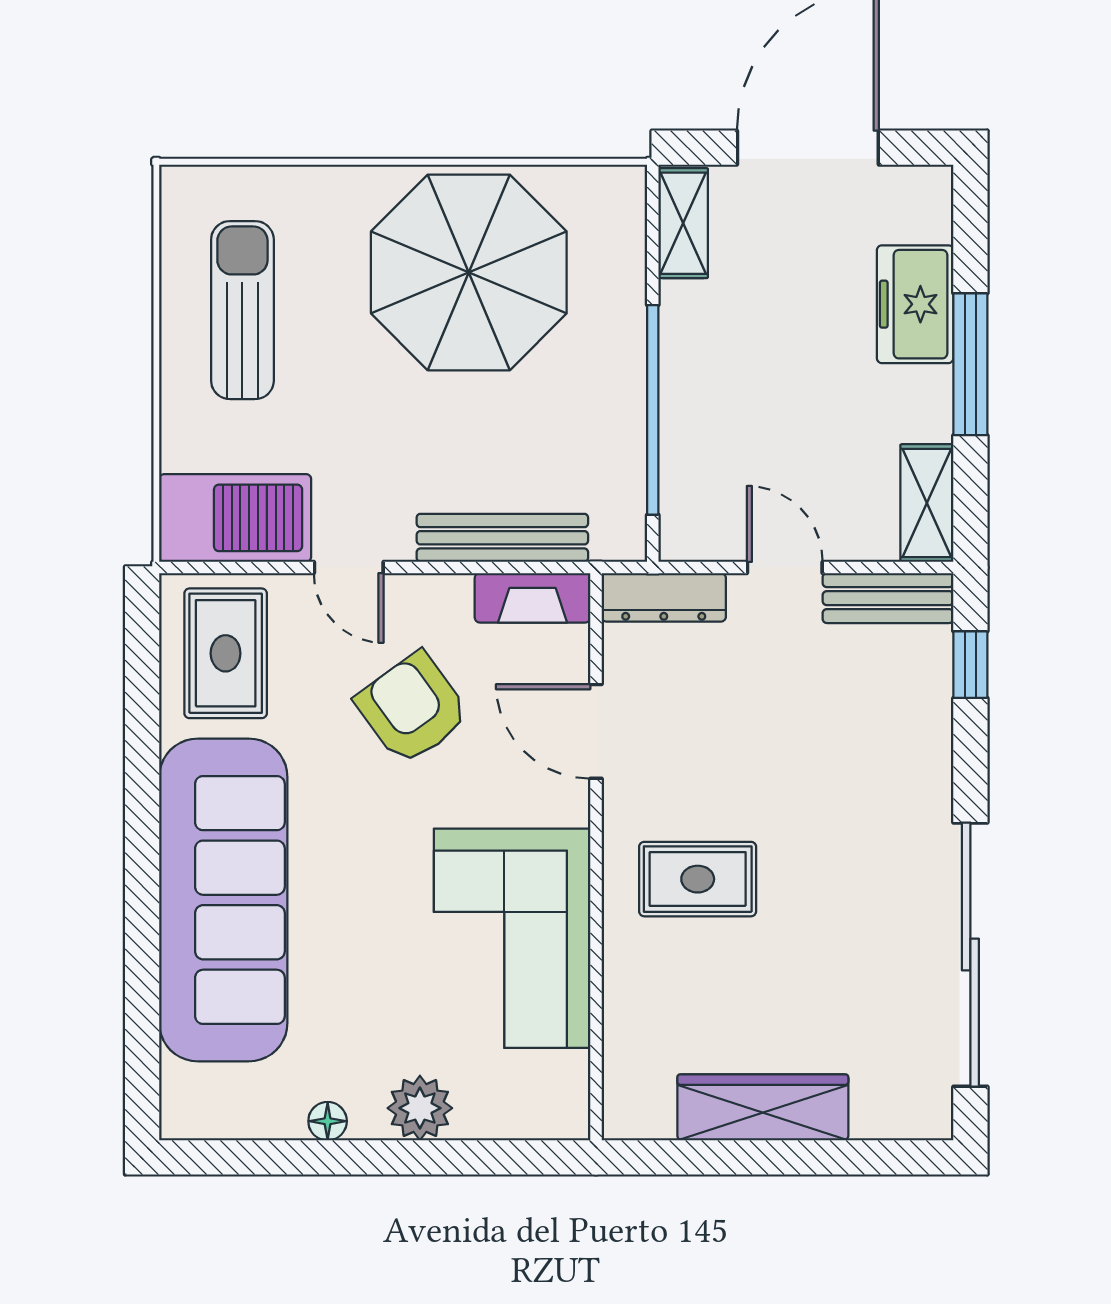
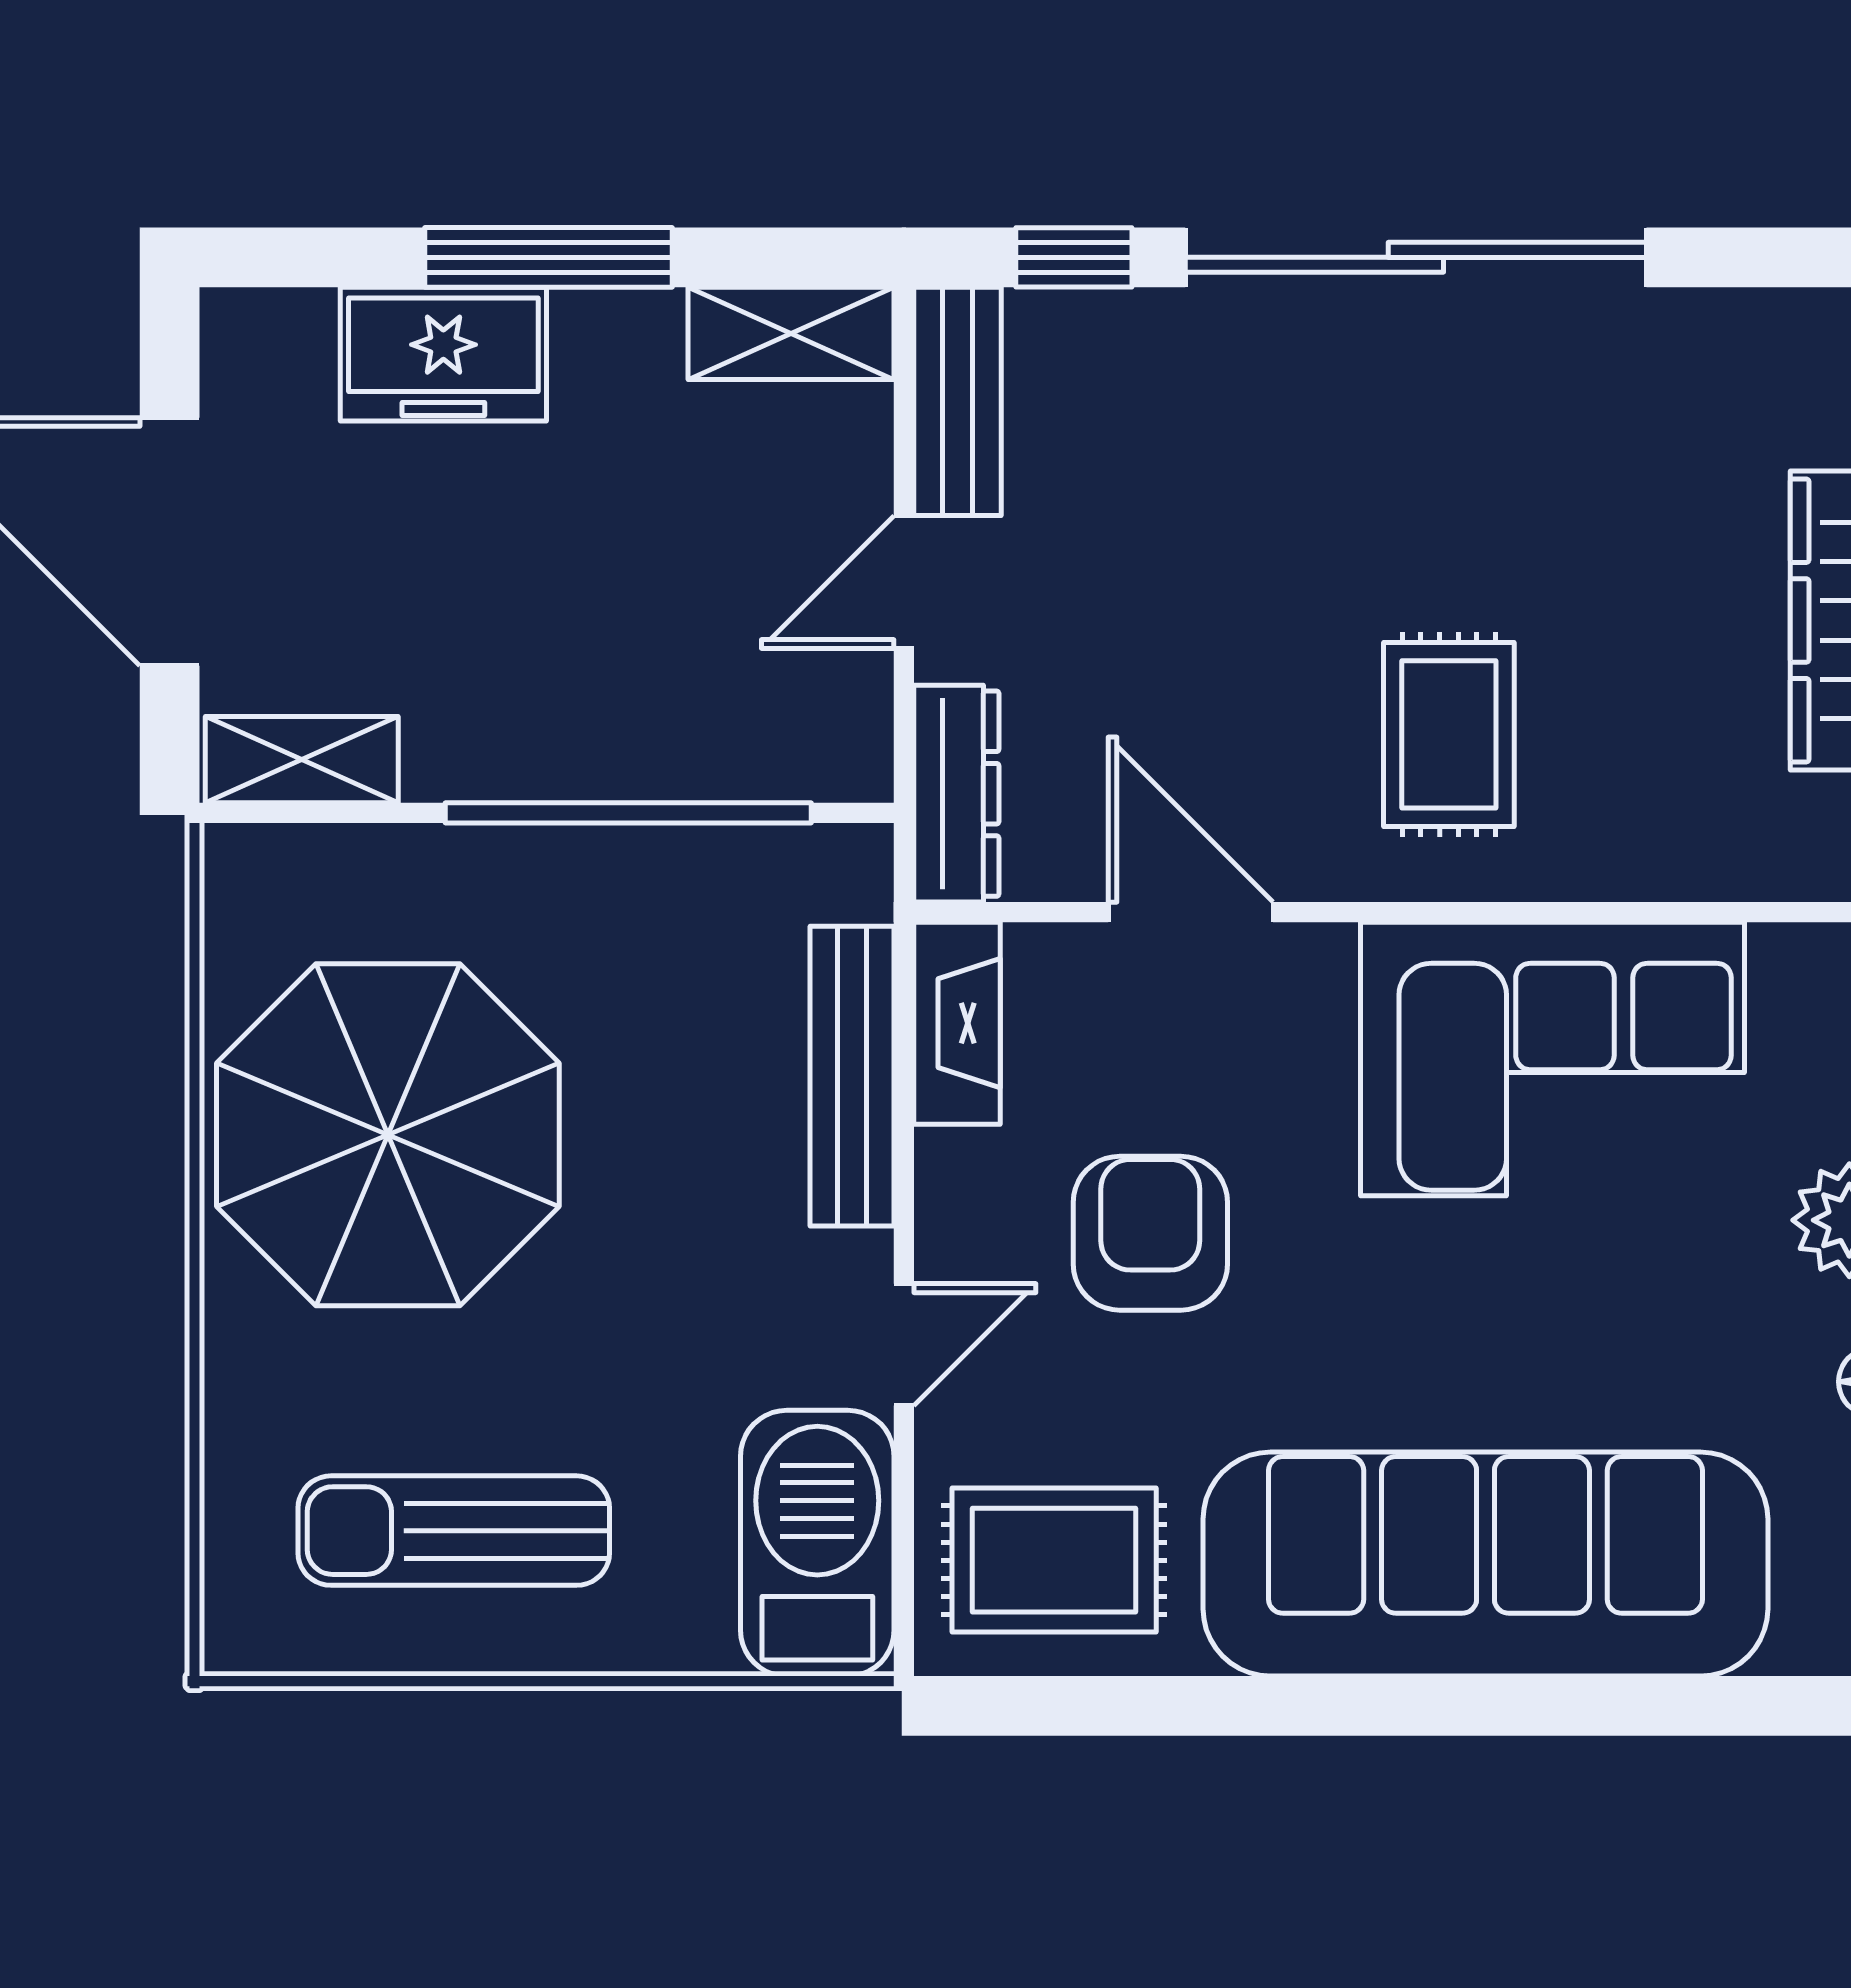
armchair: (412, 708) -> (1150, 1233), turned 126
door: (596, 731) -> (1191, 912), swing flipped
sliding door: (970, 955) -> (1416, 257), moved

